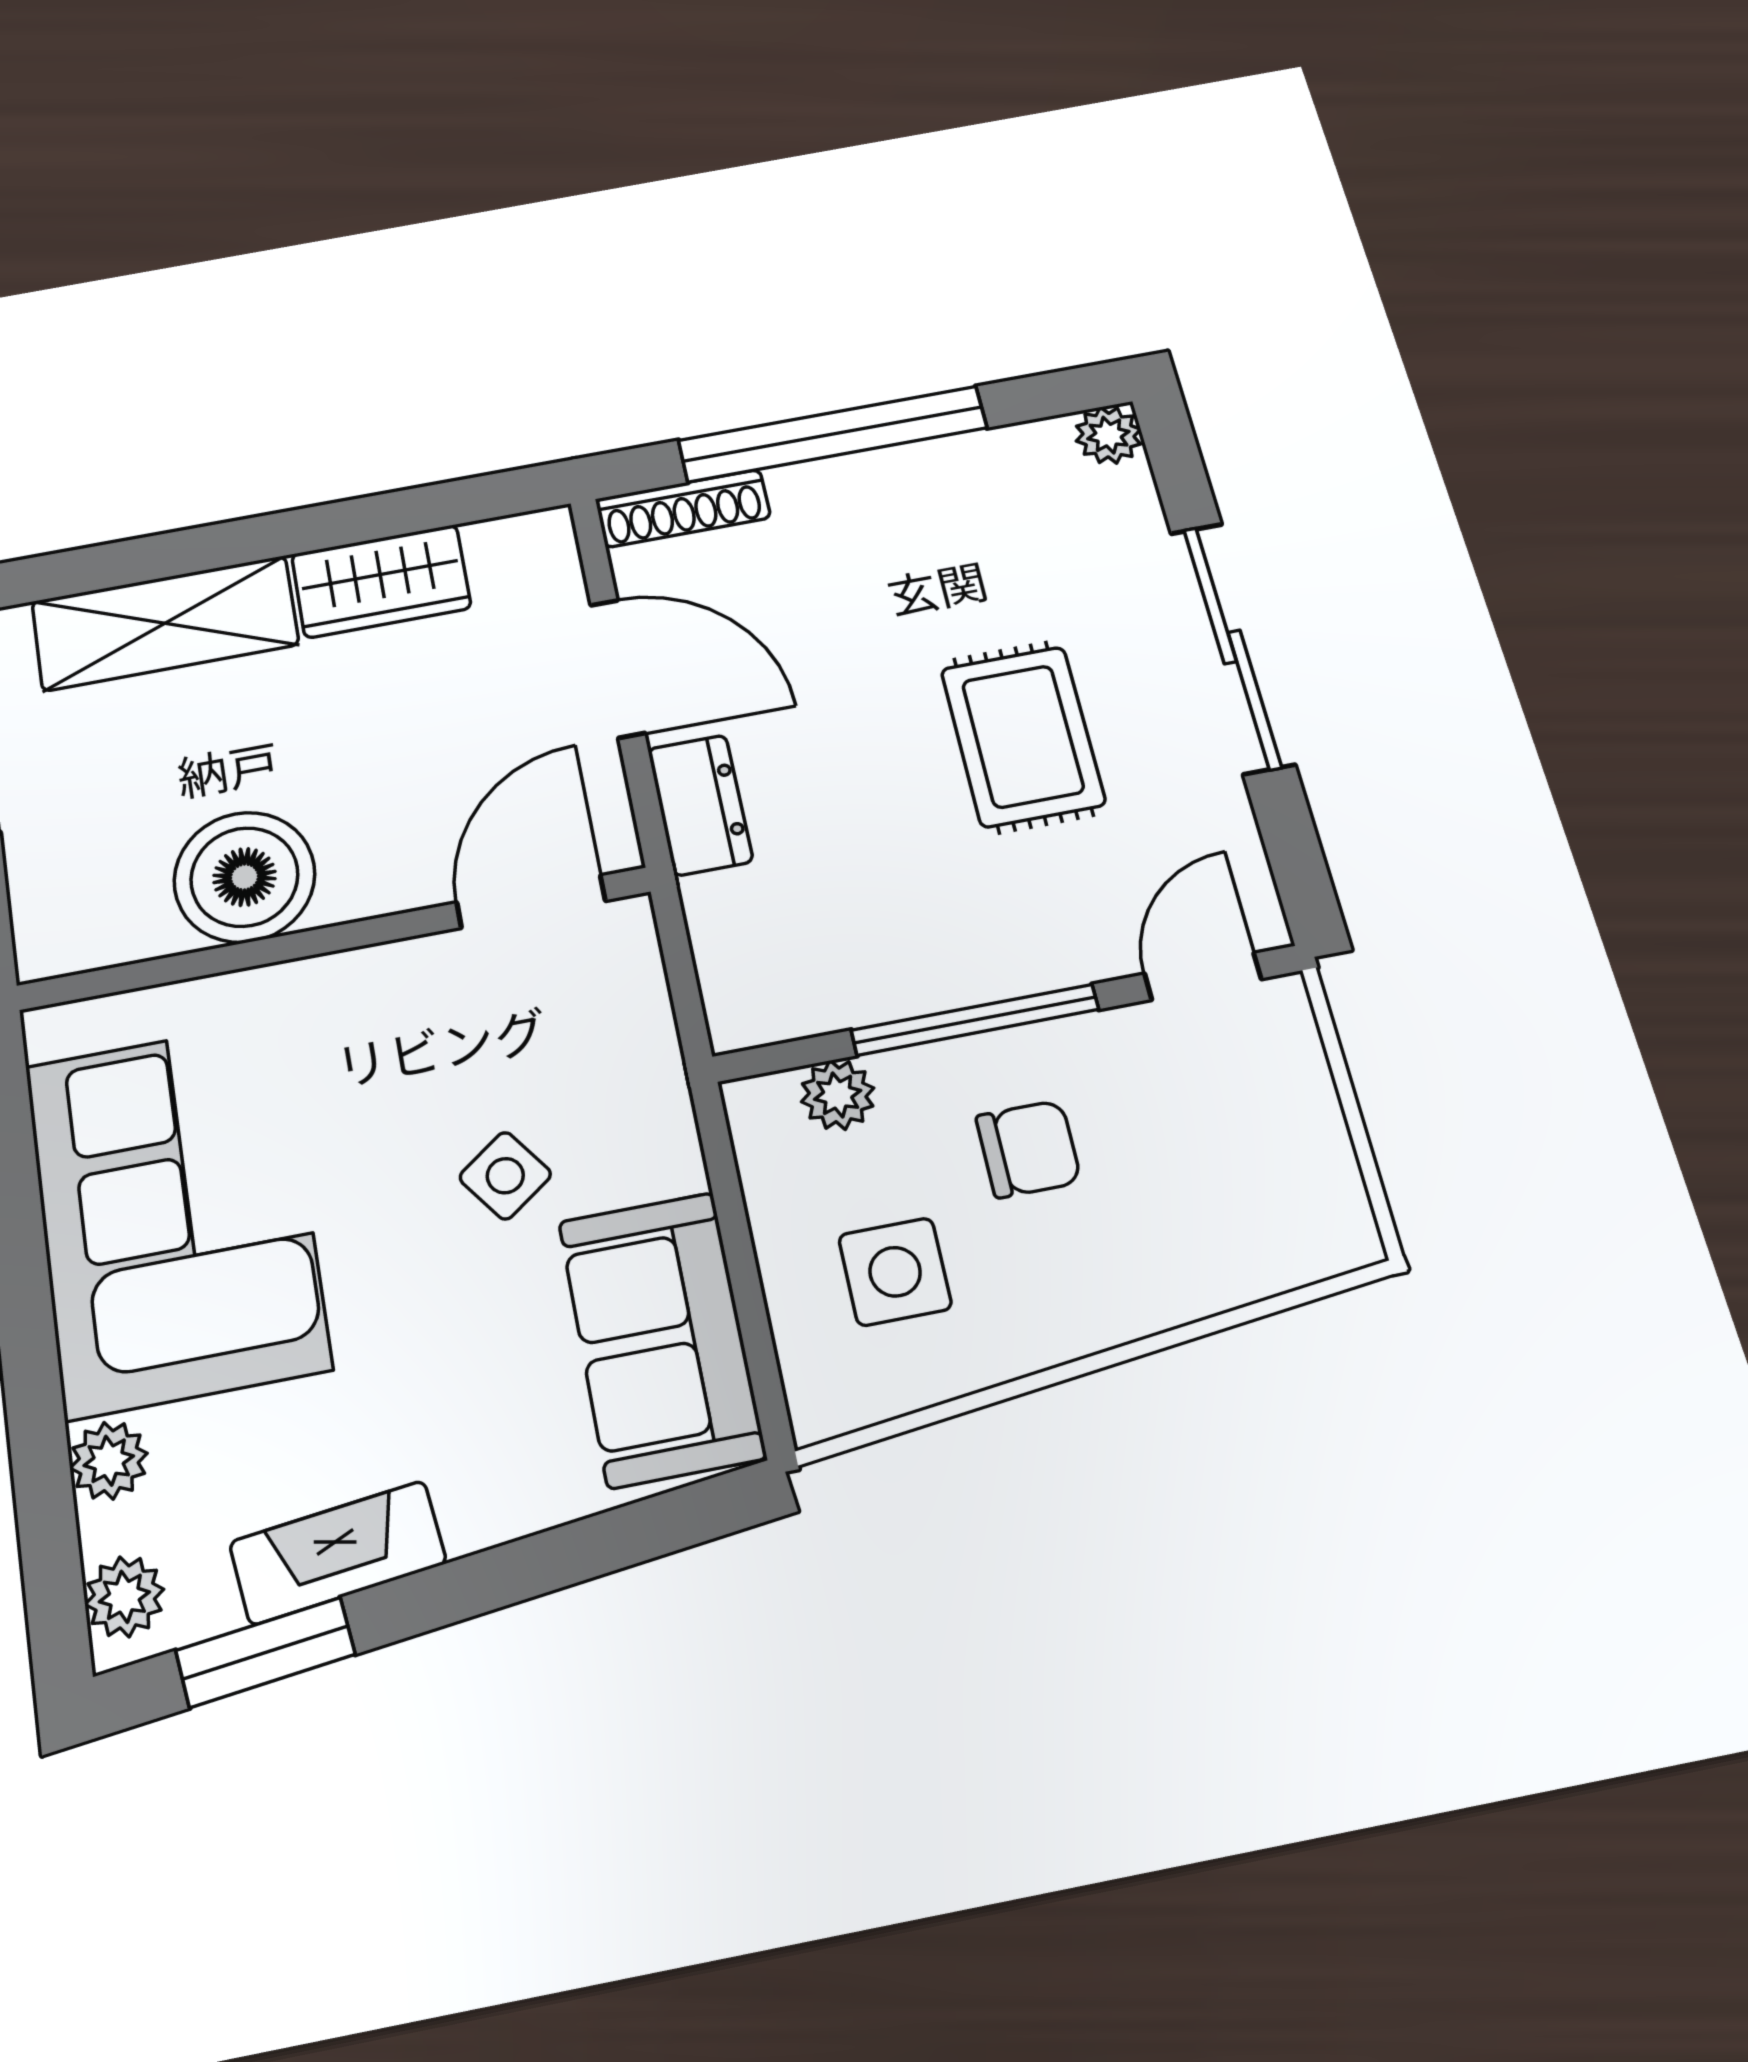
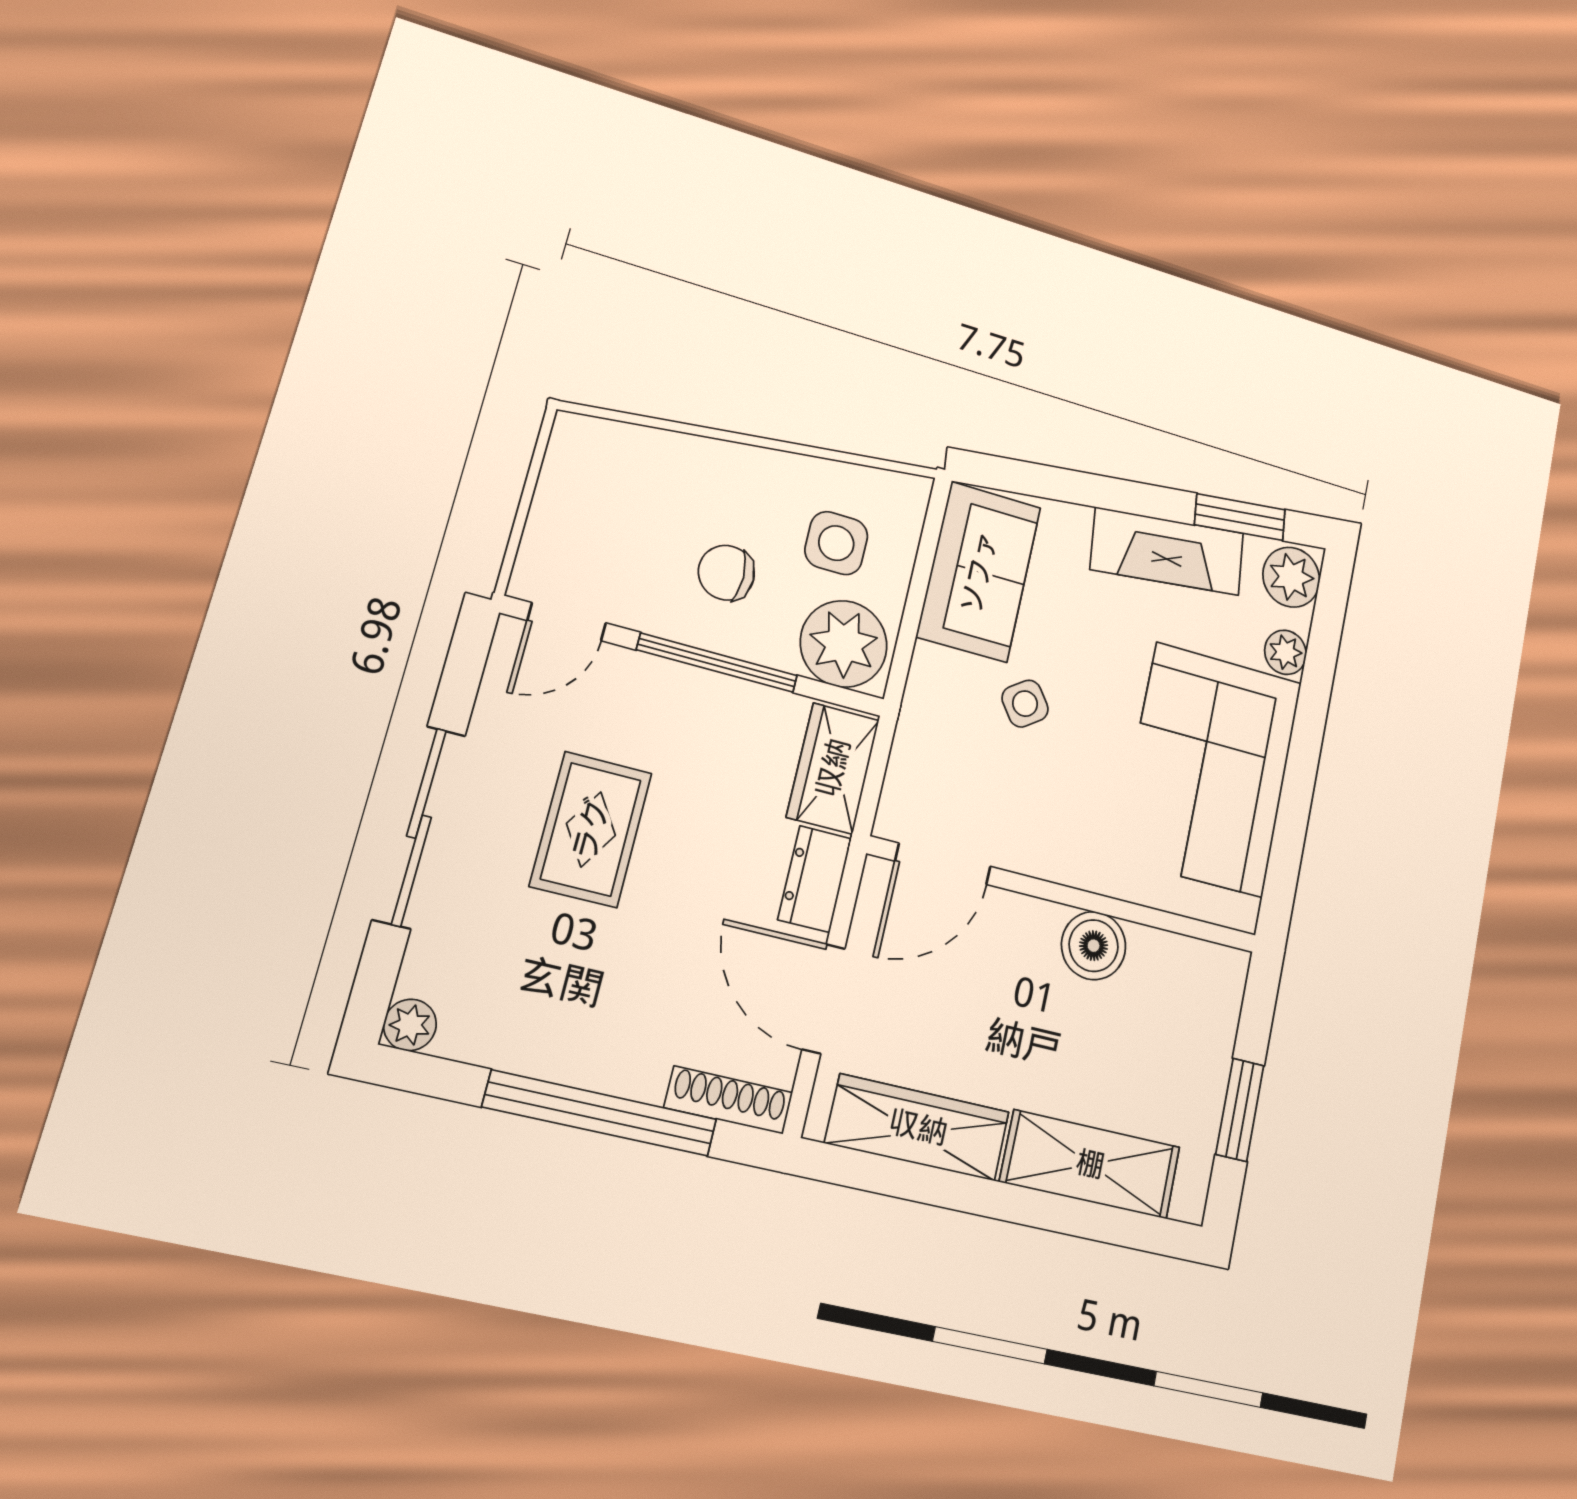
wardrobe: (381, 581) -> (918, 1127), width x1.50
boiler: (244, 877) -> (1094, 946), width x0.73, depth x0.73
wardrobe: (745, 956) -> (833, 768), added
plant: (838, 1095) -> (844, 644), width x1.87, depth x1.87
fireplace: (338, 1553) -> (1167, 551), width x1.37, depth x1.32
plant: (124, 1597) -> (1291, 577), width x1.38, depth x1.38

